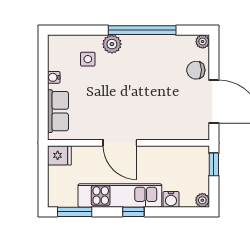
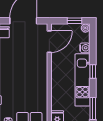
door: (120, 143) -> (49, 42), moved
window: (214, 164) -> (74, 21), moved

